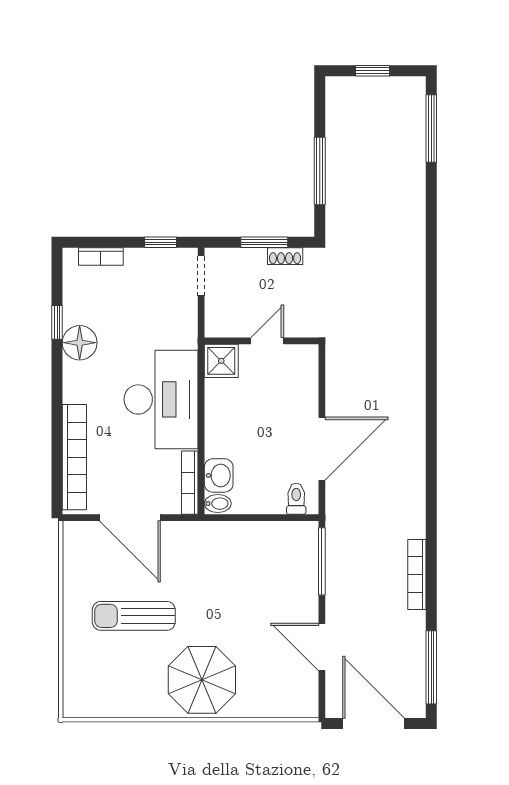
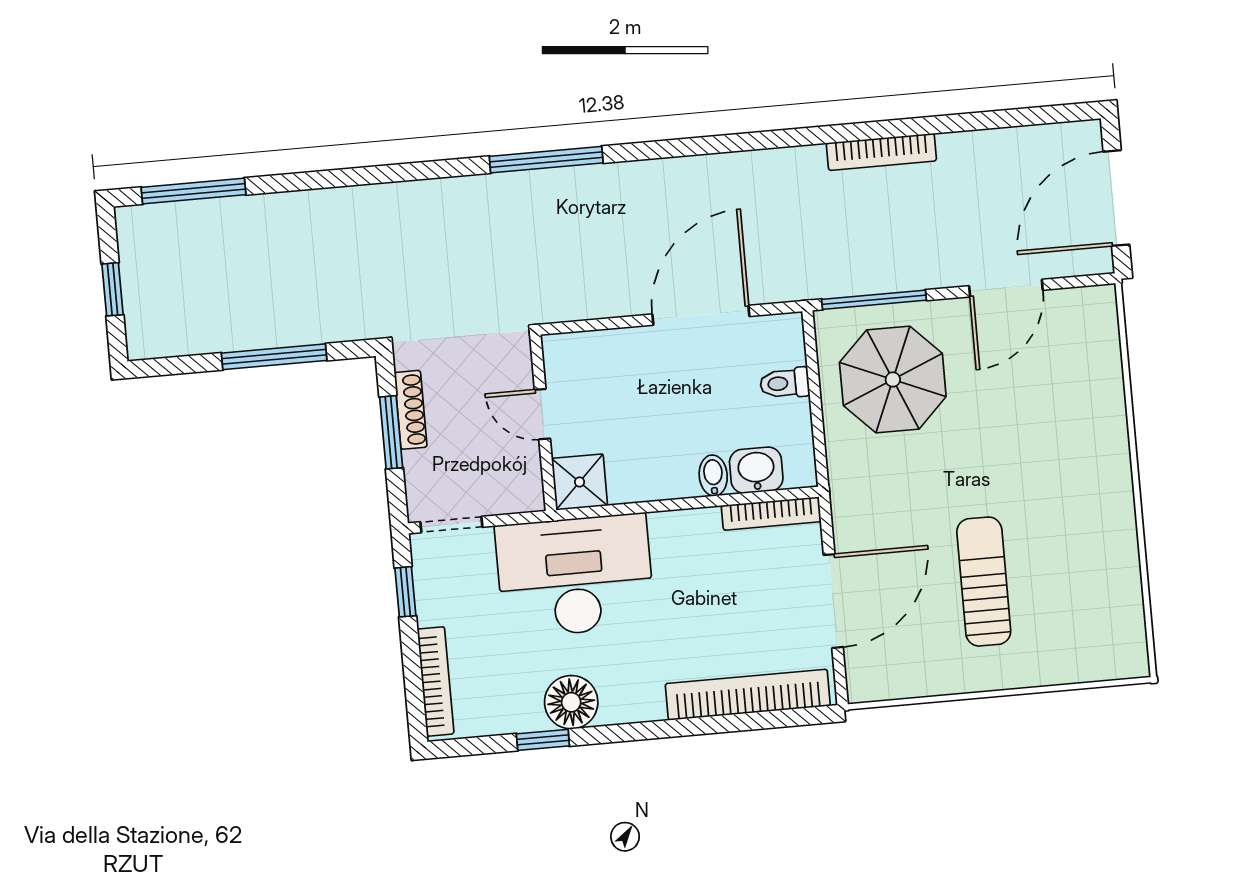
bookcase: (101, 256) -> (436, 681), width x1.56
shoe rack: (285, 256) -> (411, 410), width x1.43
desk: (161, 399) -> (575, 576), moved
door: (322, 449) -> (701, 315), hinge flipped
toilet: (296, 499) -> (785, 383), moved
bidet: (218, 504) -> (713, 475), moved
sun lounger: (134, 616) -> (984, 582), turned 180
window: (431, 667) -> (546, 160), moved
parasol: (202, 680) -> (893, 380), moved

